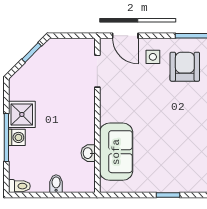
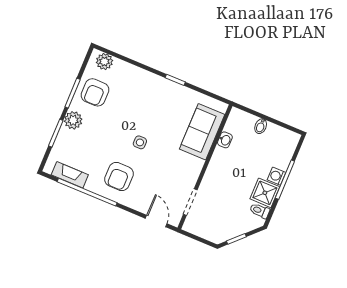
side table: (153, 57) -> (140, 142), moved
toilet: (19, 186) -> (260, 211), moved

